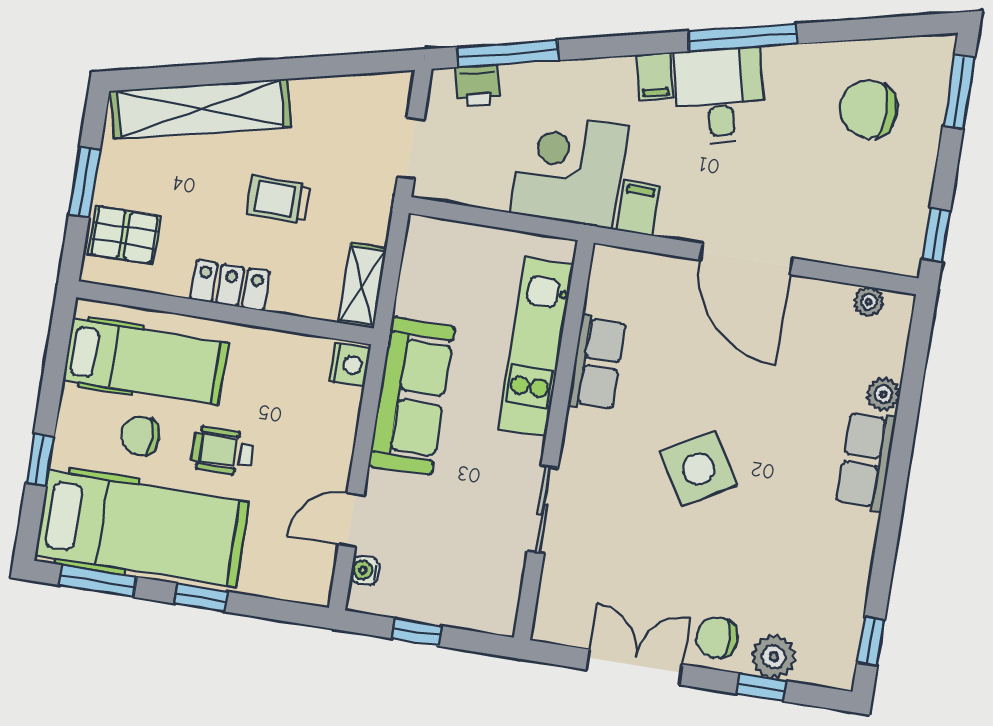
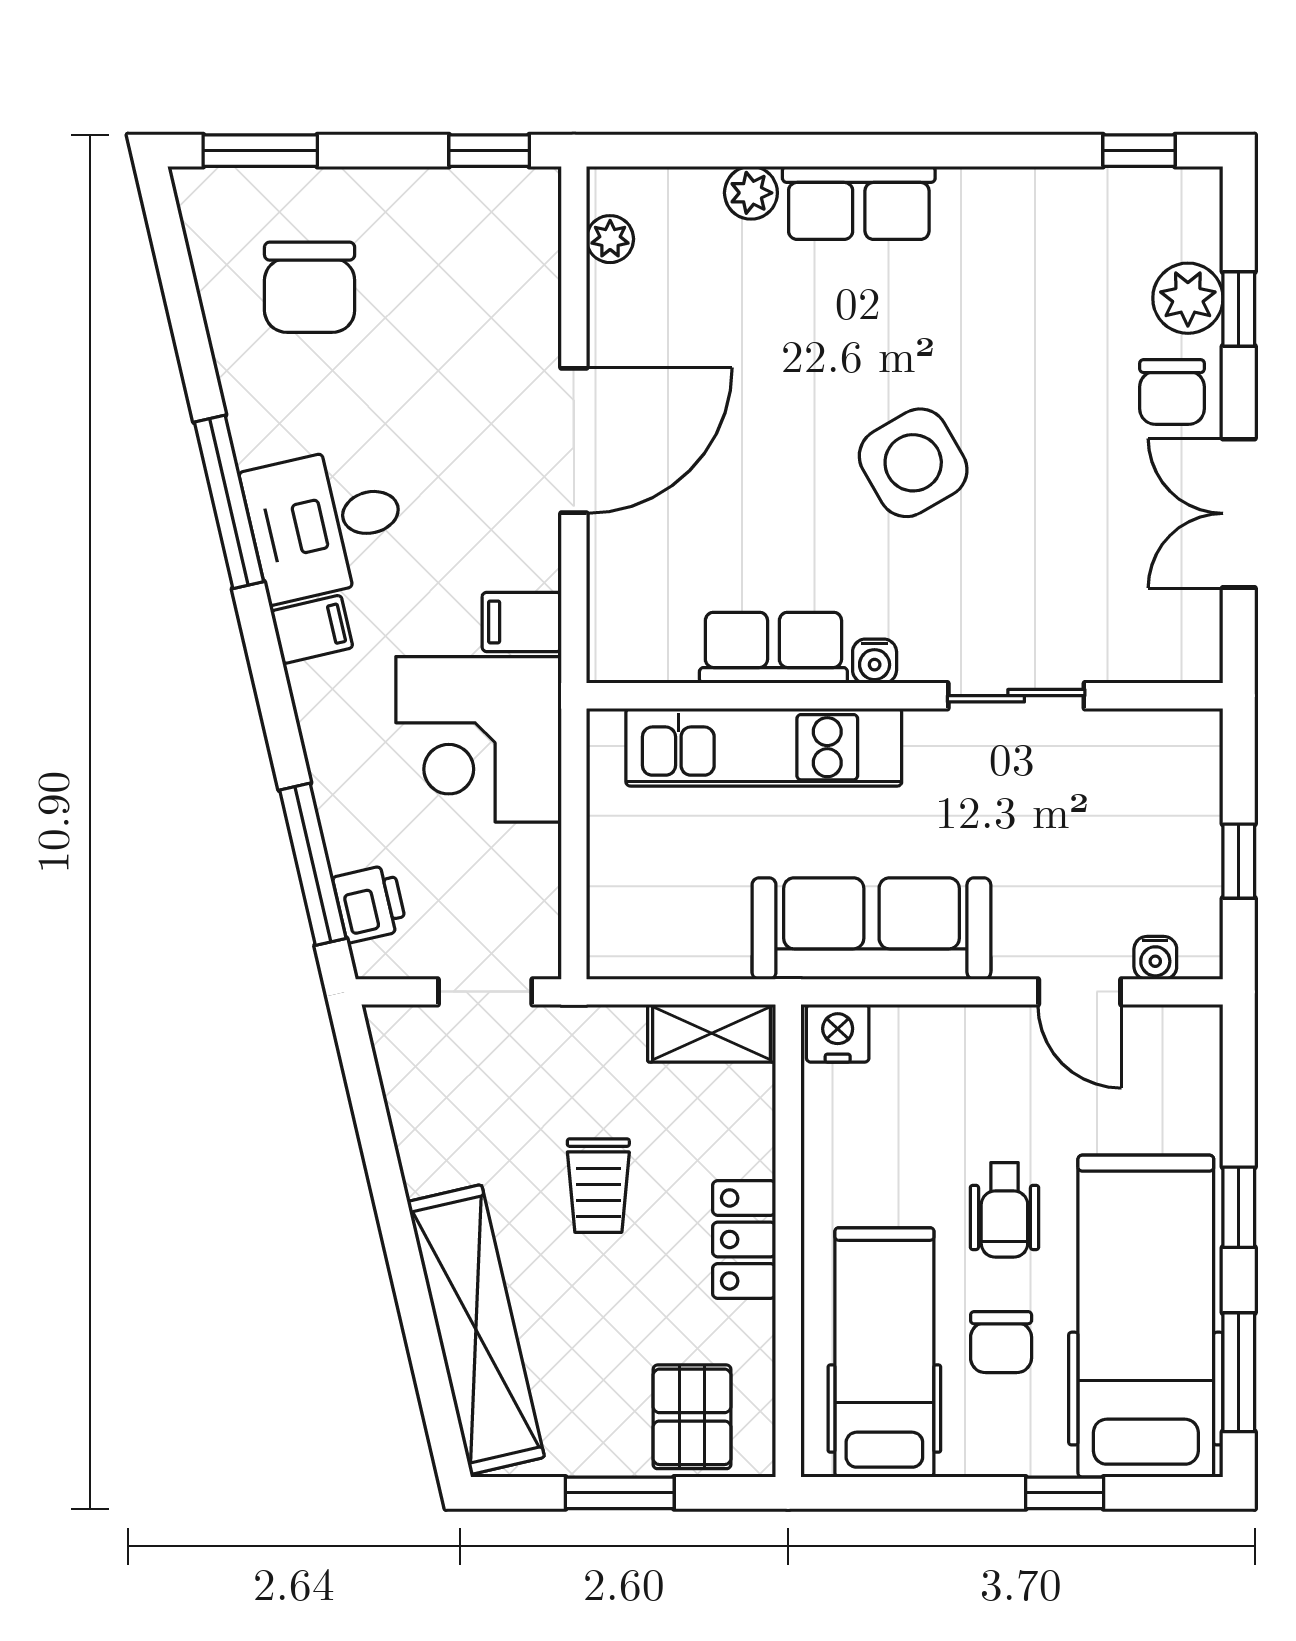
water cooler: (578, 425) -> (875, 661), added

